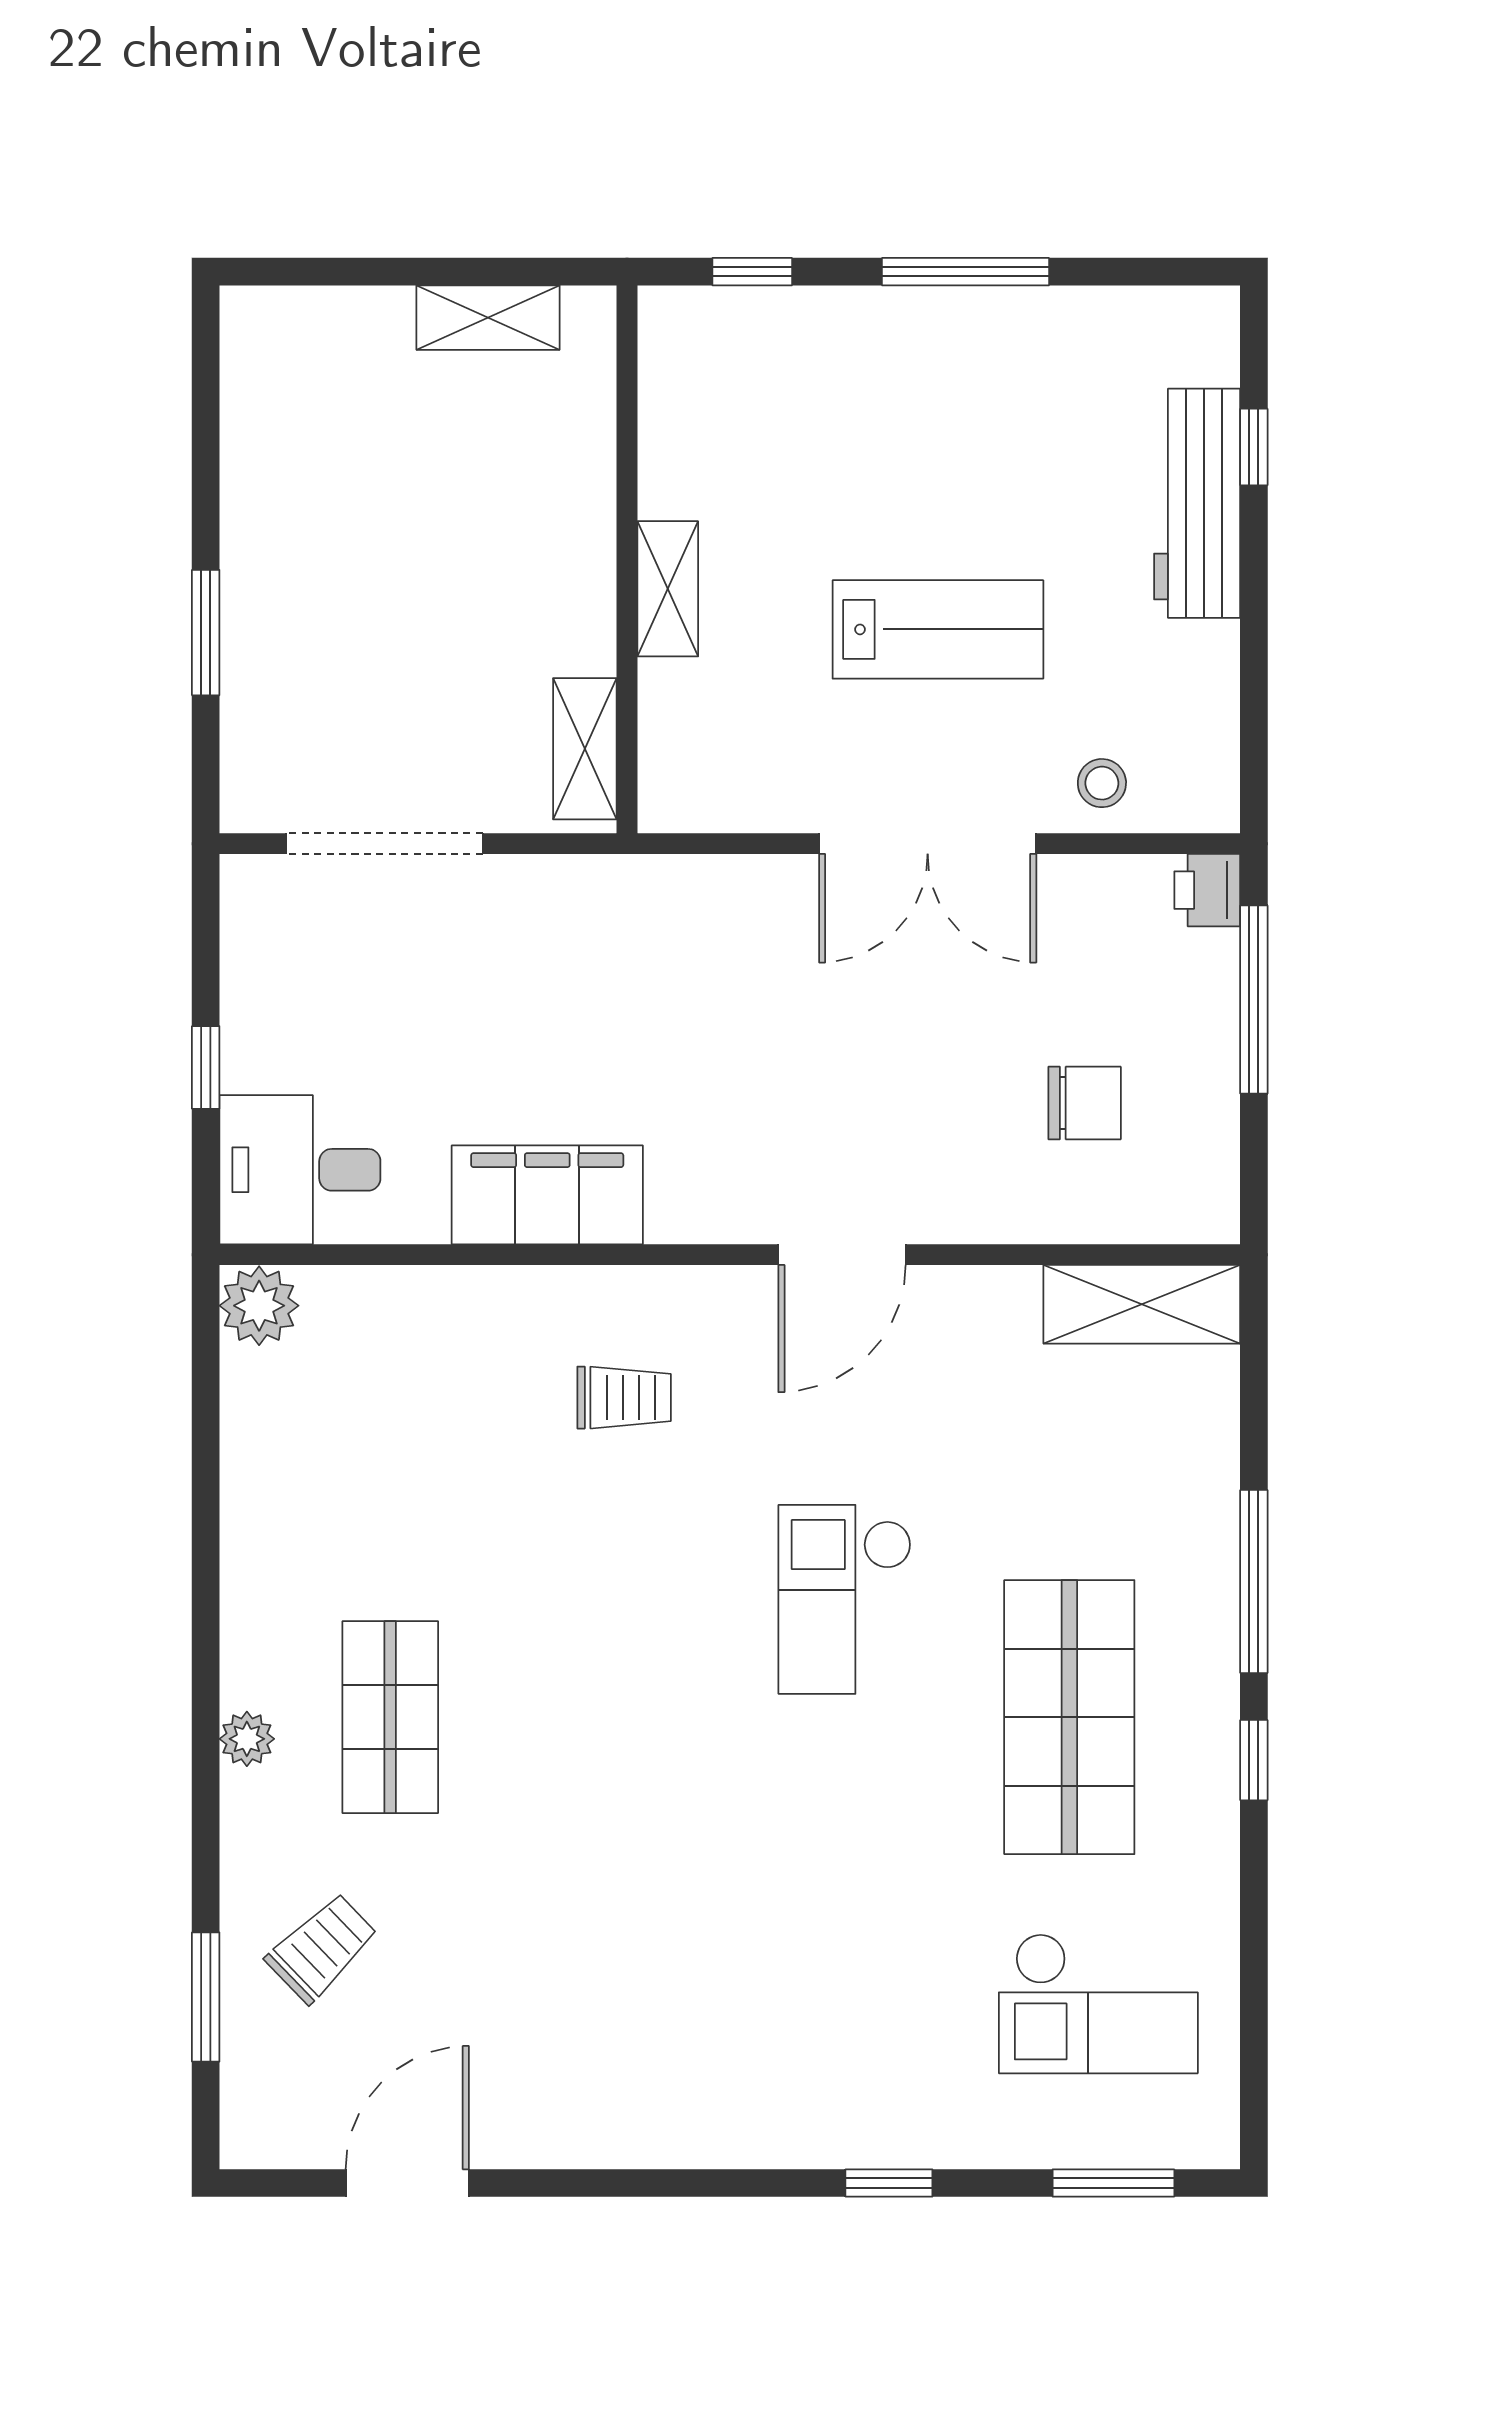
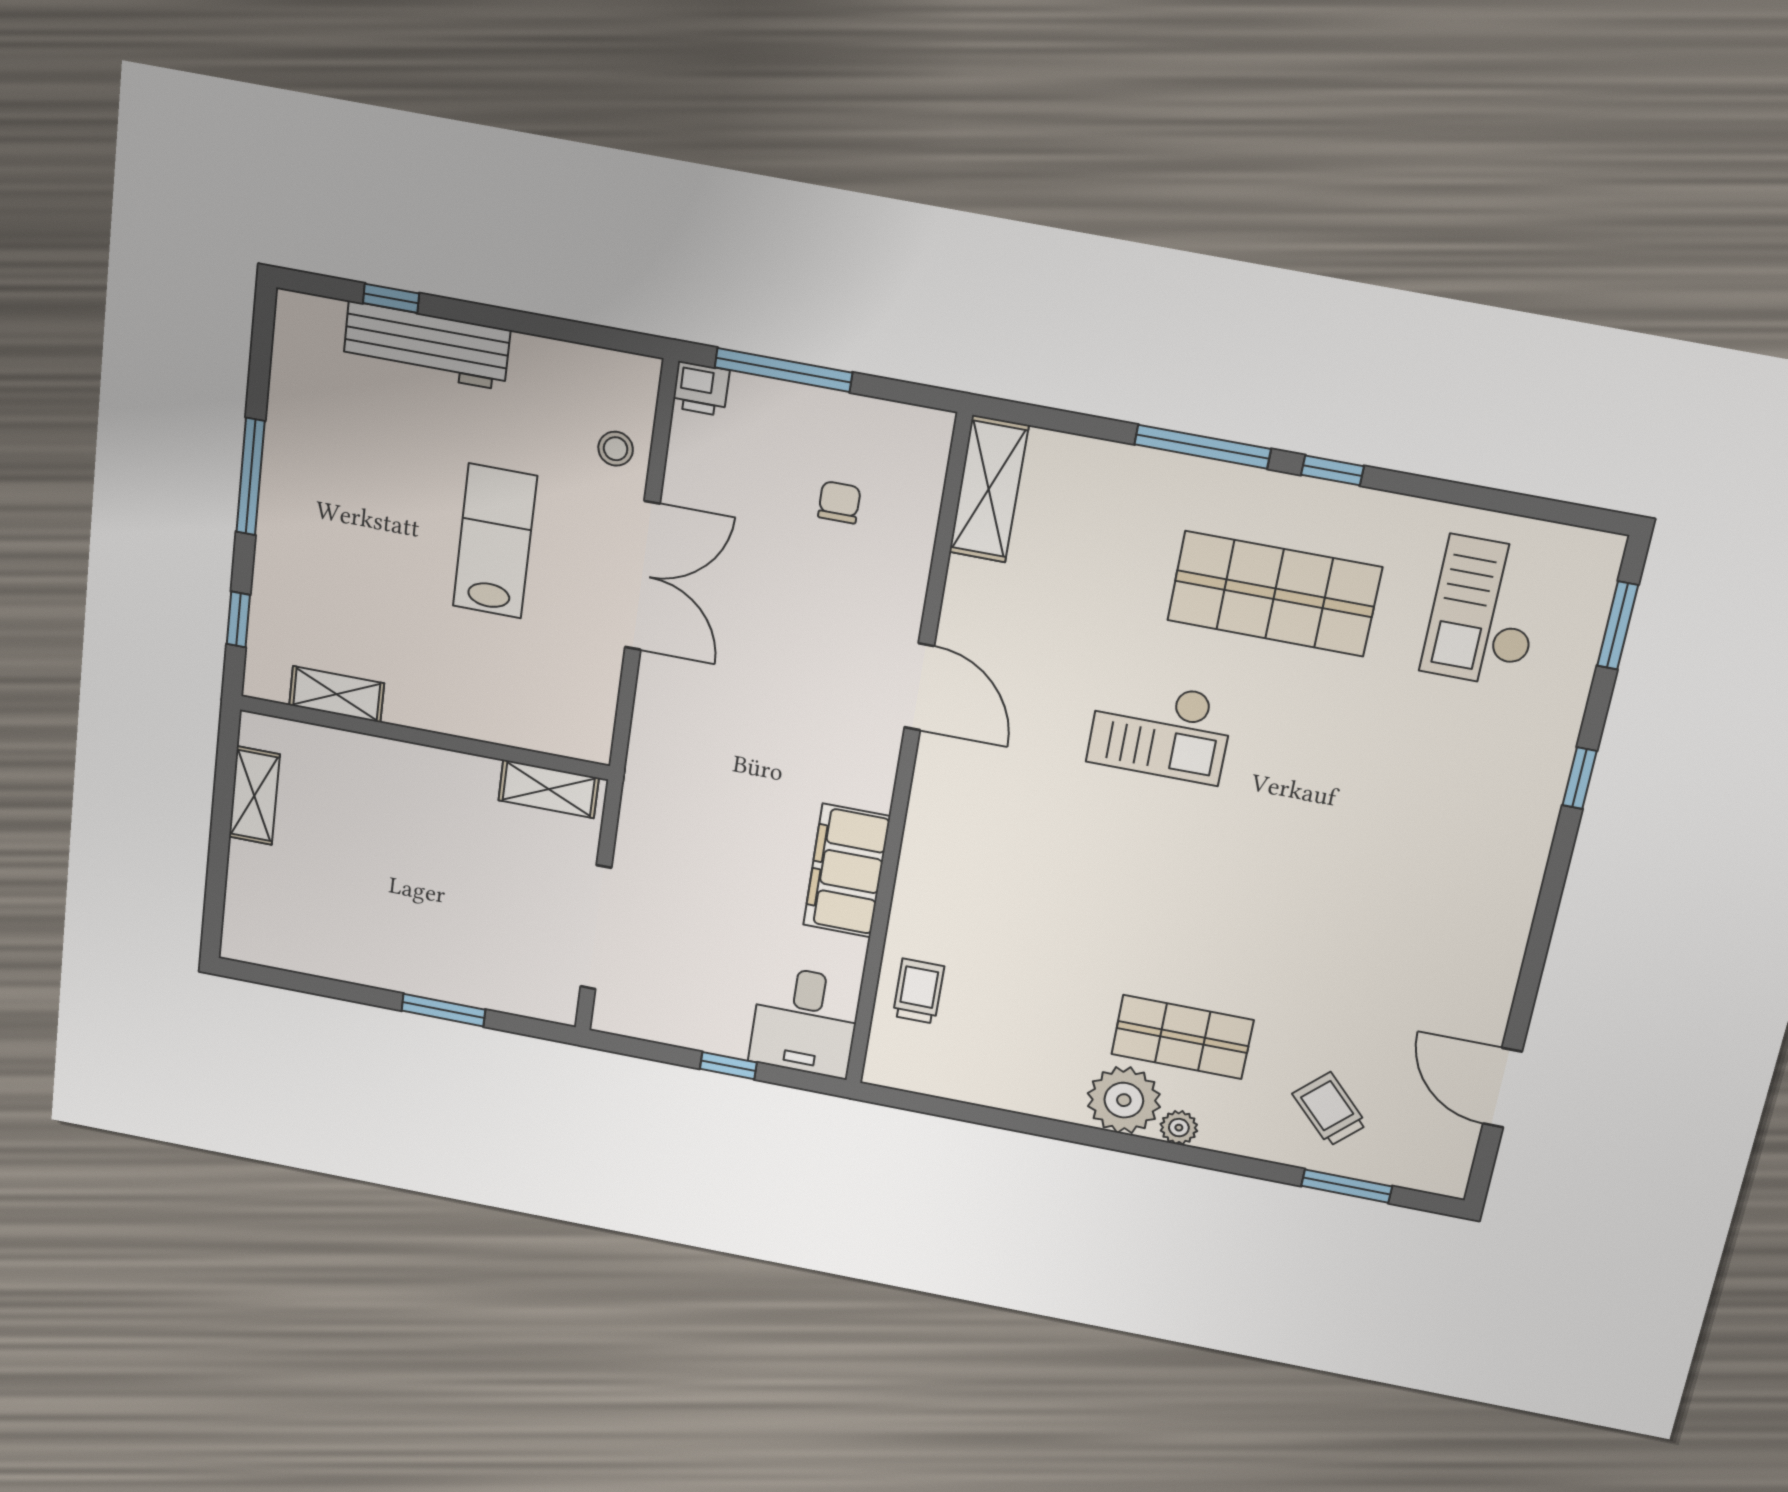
shelving: (668, 589) -> (337, 694), moved
chair: (1085, 1103) -> (839, 502), width x0.73, depth x0.73
plant: (259, 1306) -> (1124, 1100), moved, width x1.36, depth x1.36
trolley: (624, 1398) -> (918, 991), moved
checkout: (1098, 2003) -> (1485, 612), turned 180

